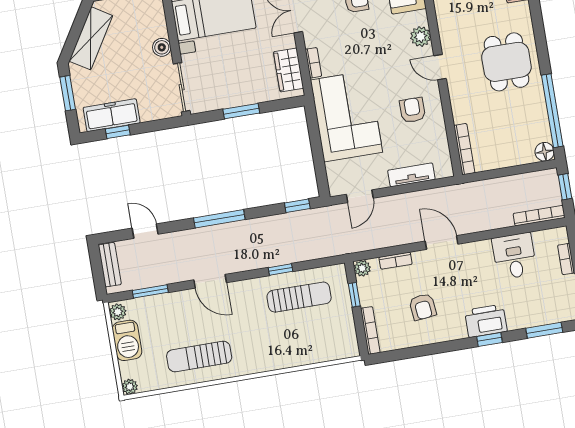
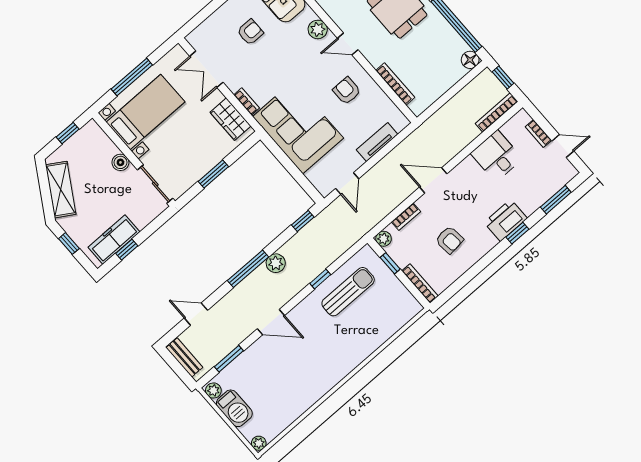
window: (68, 93) -> (69, 244), width x0.67
bookcase: (464, 149) -> (395, 84), moved
plant: (248, 229) -> (276, 263), added
sun lounger: (199, 357) -> (298, 386), removed

